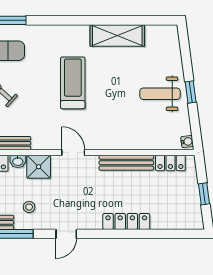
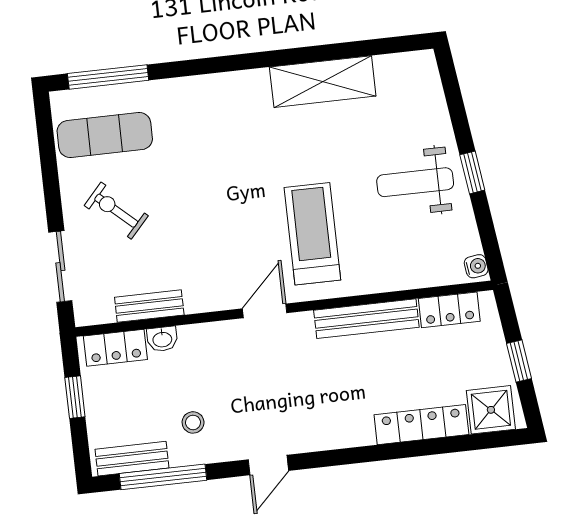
treadmill: (73, 83) -> (312, 234), moved
door: (73, 152) -> (265, 311), hinge flipped
shower: (39, 167) -> (491, 410), moved
locker: (126, 222) -> (421, 425), moved

